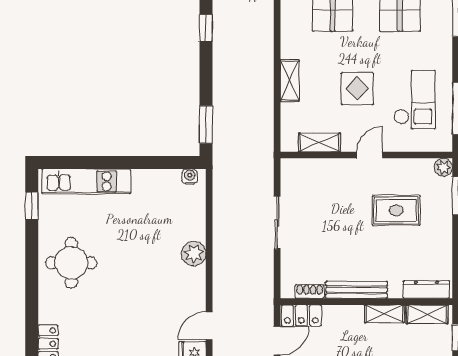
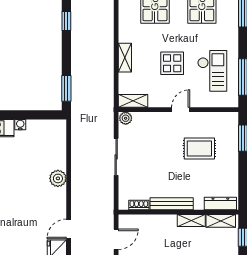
shelving: (320, 142) -> (133, 101), moved
plant: (443, 167) -> (126, 118), moved
water cooler: (190, 176) -> (20, 125), moved
locker: (301, 315) -> (133, 222), removed

